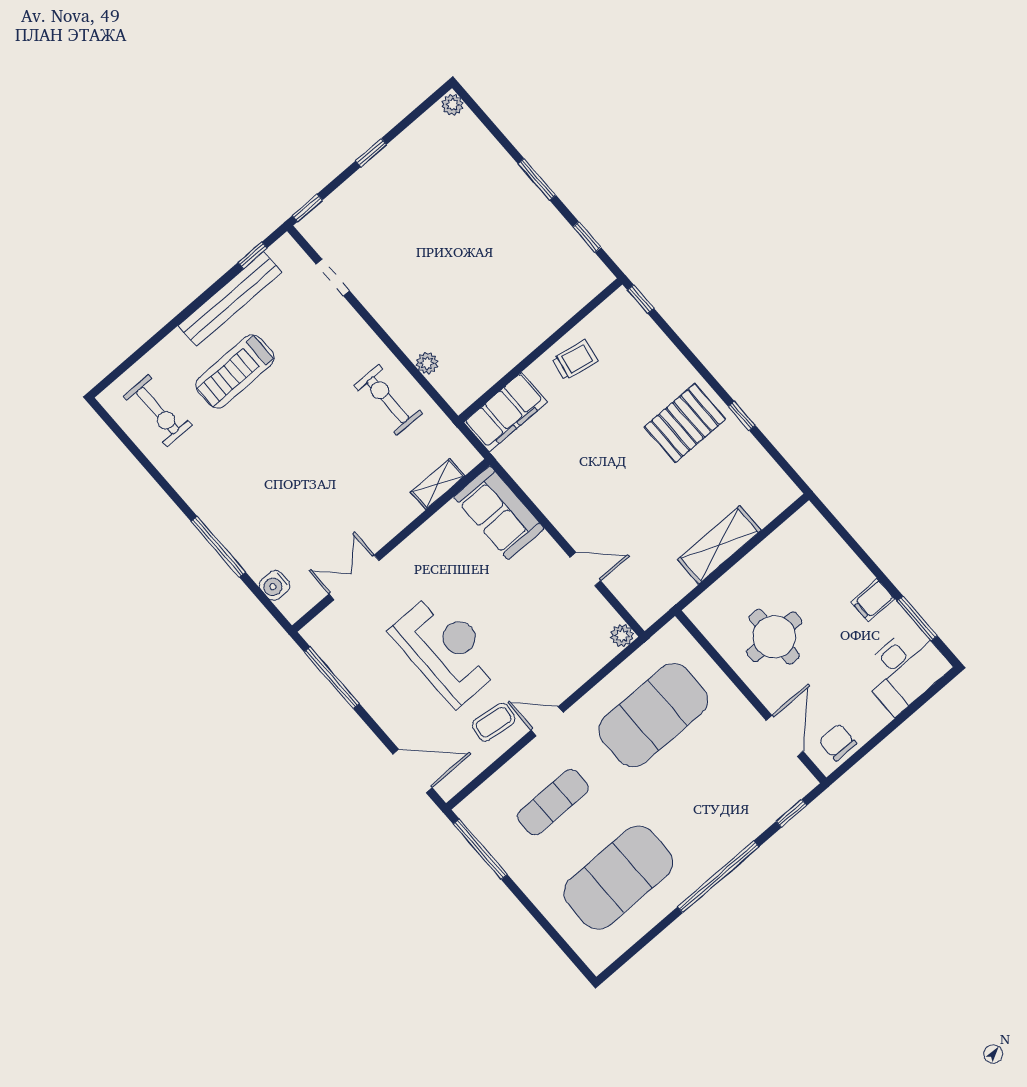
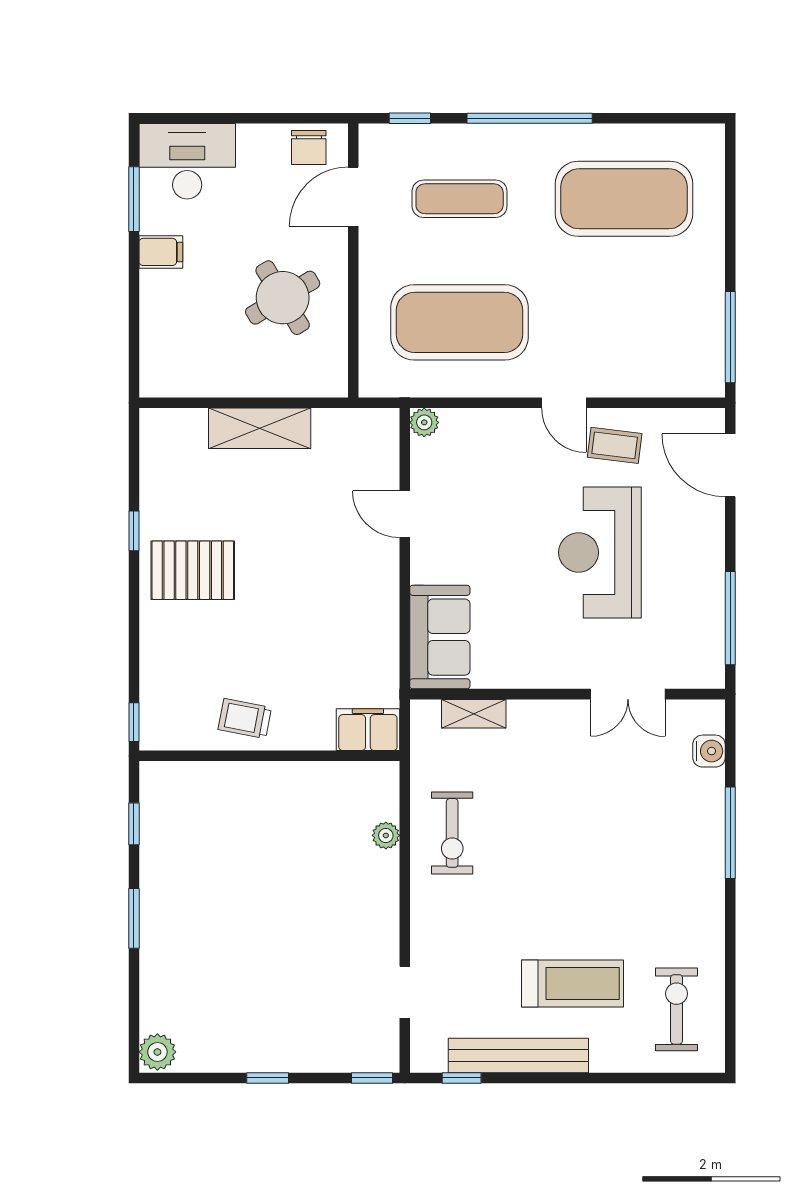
plant: (452, 105) -> (157, 1052), width x1.38, depth x1.38
filing cabinet: (505, 412) -> (368, 730), width x0.67, depth x0.86
round table: (774, 637) -> (283, 298), turned -31
exercise mat: (553, 802) -> (460, 199), moved

